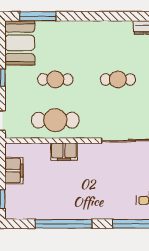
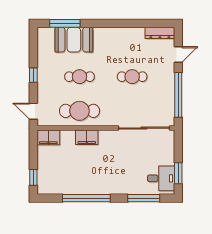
booth: (20, 43) -> (74, 40), moved, turned 90
filing cabinet: (14, 171) -> (48, 137), moved, turned 90

